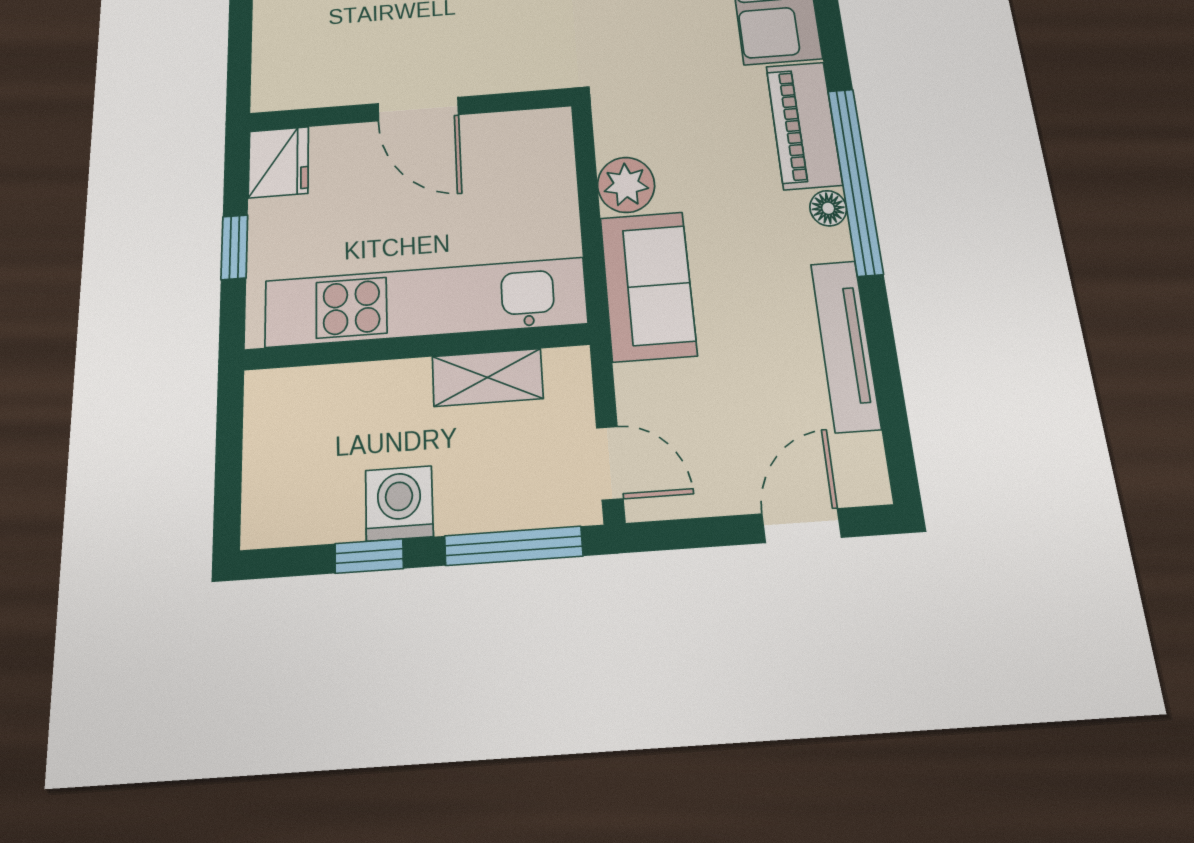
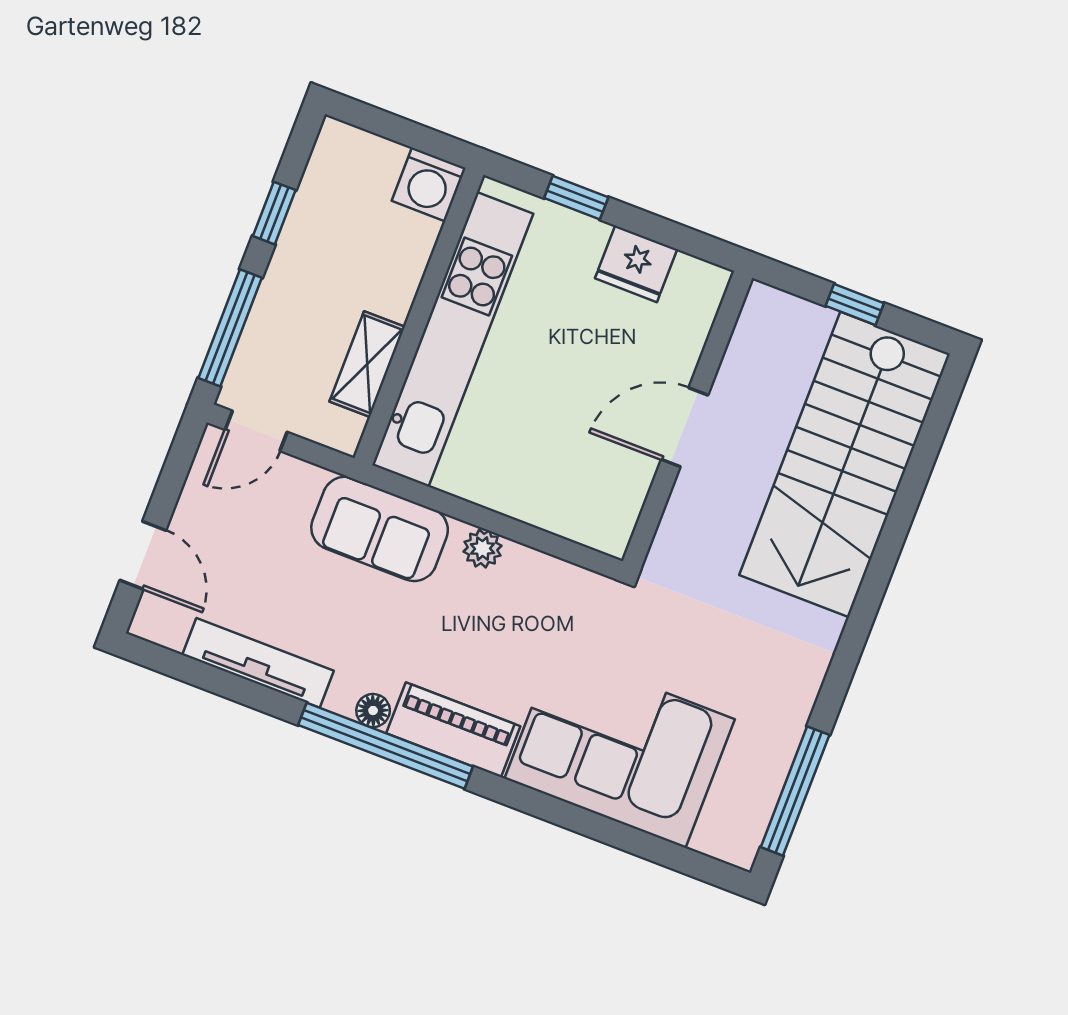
door: (418, 109) -> (685, 427), moved
wall: (410, 110) -> (688, 420), moved
plant: (626, 185) -> (483, 549), width x0.73, depth x0.73
washing machine: (399, 503) -> (429, 184), moved, turned 90

